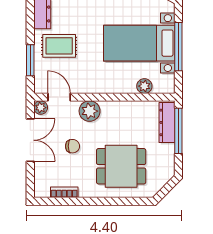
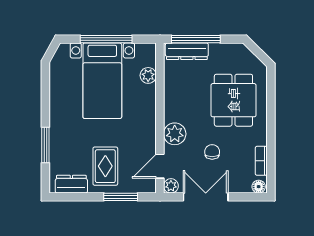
floor lamp: (40, 190) -> (259, 187), added

